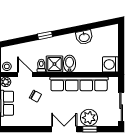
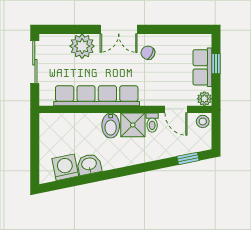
window: (45, 35) -> (188, 158), moved
washing machine: (110, 64) -> (65, 167), moved, turned -101
chair: (35, 96) -> (148, 53), moved
window: (90, 129) -> (81, 29), removed

